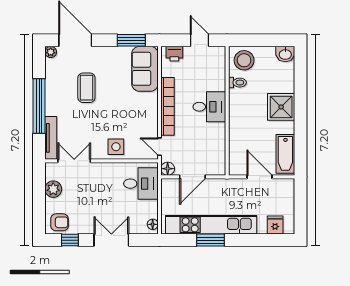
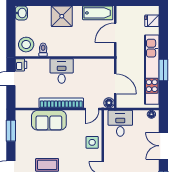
printer: (174, 54) -> (21, 65), moved
sofa: (145, 69) -> (49, 120), moved

